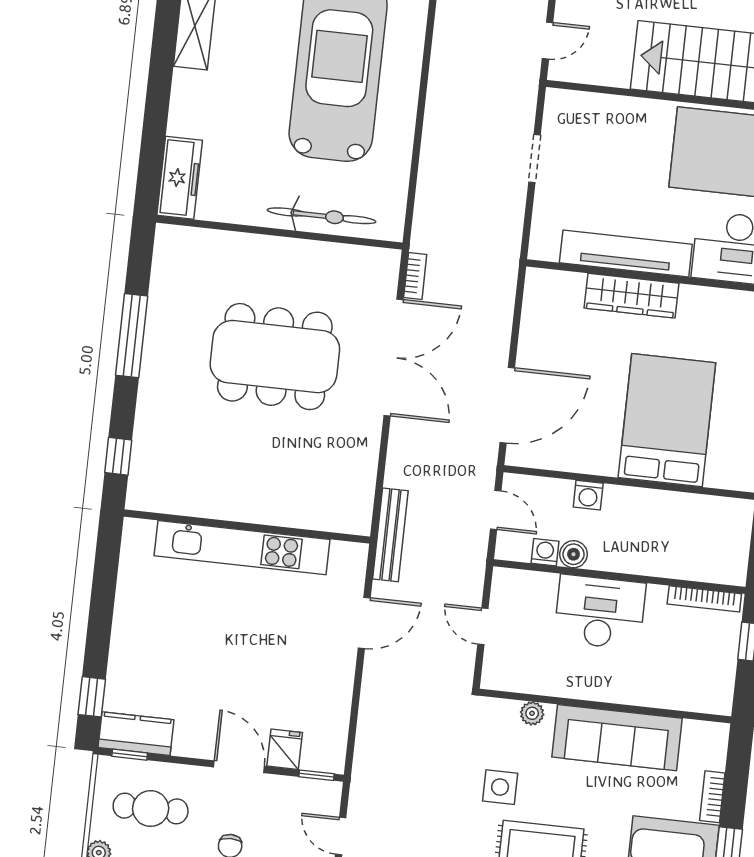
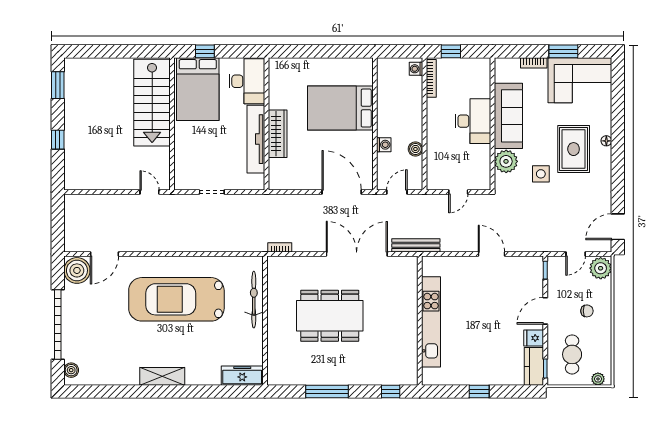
dining table: (275, 357) -> (330, 316), turned 90
double door: (393, 358) -> (357, 254), moved
washing machine: (545, 552) -> (416, 69), moved
desk: (600, 612) -> (473, 121), moved, turned 180
door: (364, 623) -> (491, 254), moved
window: (92, 697) -> (479, 392), moved
plant: (532, 713) -> (506, 161), width x1.87, depth x1.87
fridge: (285, 749) -> (534, 338), moved

